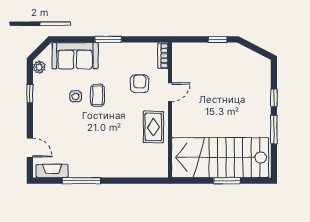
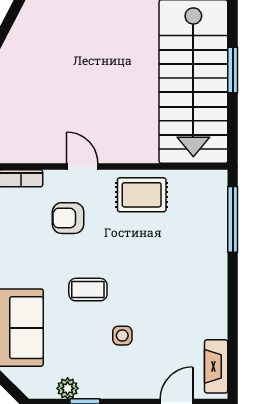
plant: (39, 67) -> (68, 388), moved
side table: (76, 96) -> (122, 336), moved
window: (82, 181) -> (233, 219), moved

